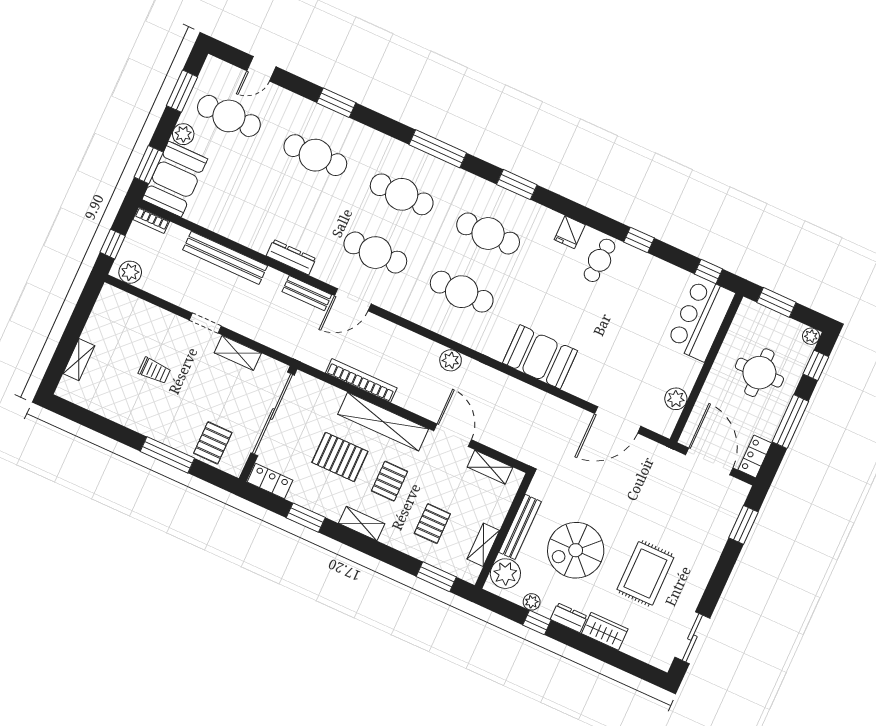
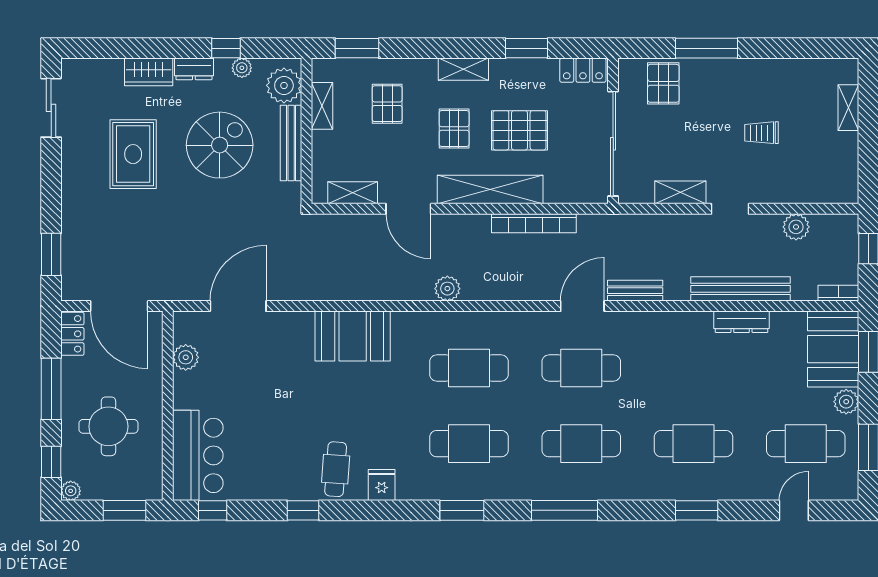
dresser: (291, 257) -> (742, 322), moved
plant: (130, 272) -> (796, 227), moved

